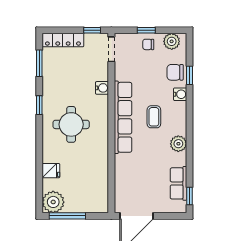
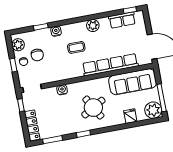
chair: (175, 72) -> (37, 55), moved
row of seats: (123, 117) -> (110, 65), moved
round table: (71, 124) -> (93, 108), turned -30
sofa: (95, 182) -> (133, 82), added

